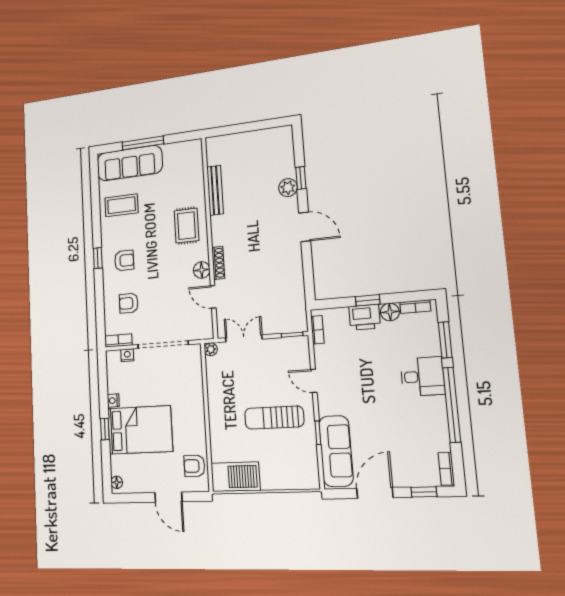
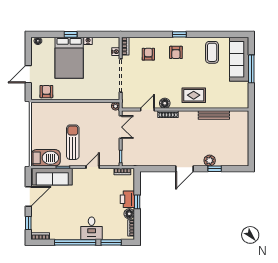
barbecue: (235, 477) -> (46, 158), moved, turned -90
door: (375, 493) -> (28, 196), hinge flipped

